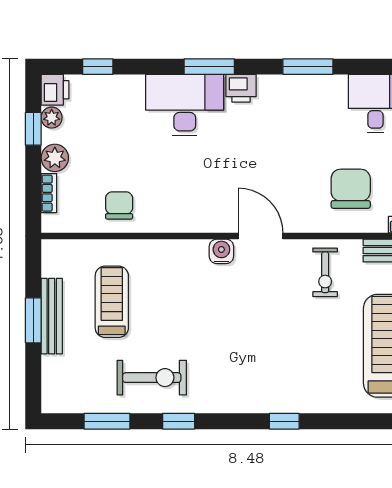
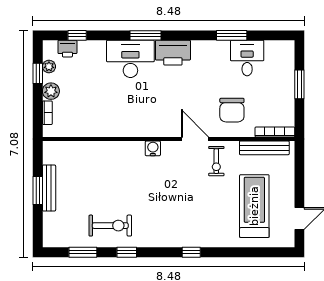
window: (308, 67) -> (232, 35), moved
printer: (241, 88) -> (173, 53), width x1.87, depth x1.48
printer: (55, 90) -> (67, 49), moved, turned 90
chair: (351, 189) -> (232, 110), turned 180
chair: (119, 205) -> (90, 120), removed
door: (261, 236) -> (195, 139), moved
treadmill: (112, 302) -> (86, 179), removed

